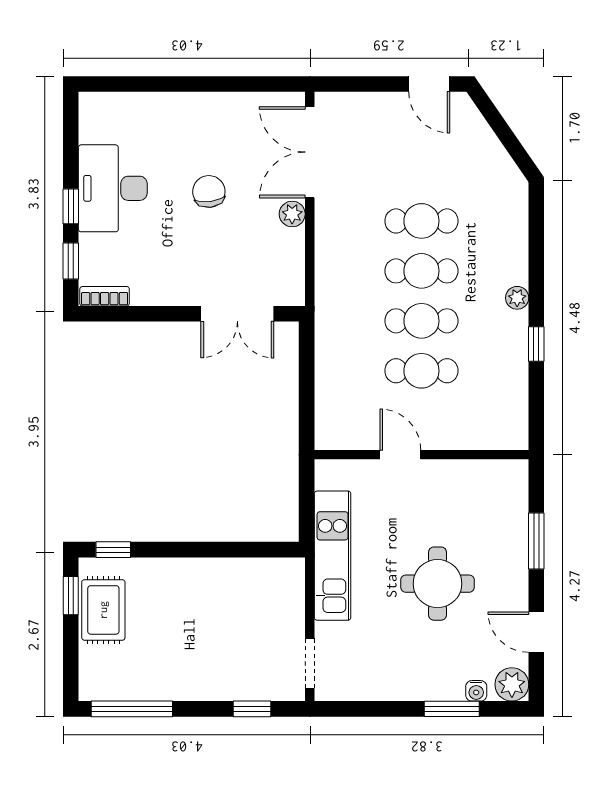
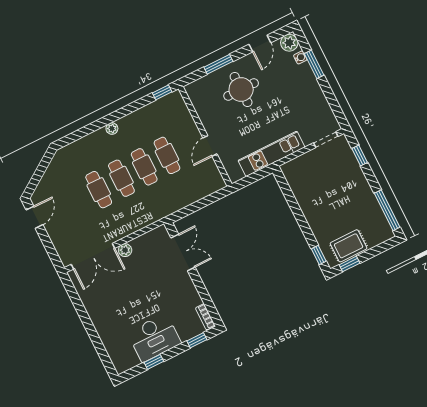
chair: (209, 191) -> (134, 293), removed
window: (71, 206) -> (154, 362), moved
window: (536, 344) -> (162, 92), moved
round table: (438, 584) -> (241, 89), moved

